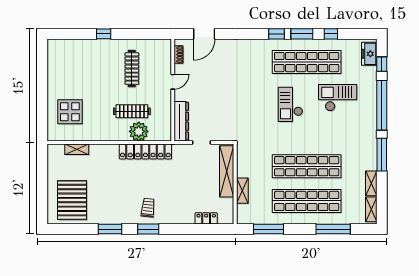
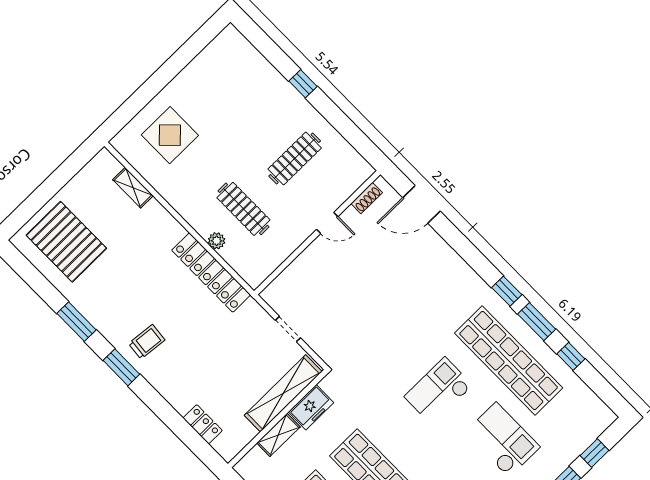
freezer: (369, 54) -> (311, 407), moved, turned 180
dresser: (181, 121) -> (290, 280), removed
plant: (139, 131) -> (217, 241), width x0.53, depth x0.53
pallet: (72, 200) -> (66, 242), turned 90

